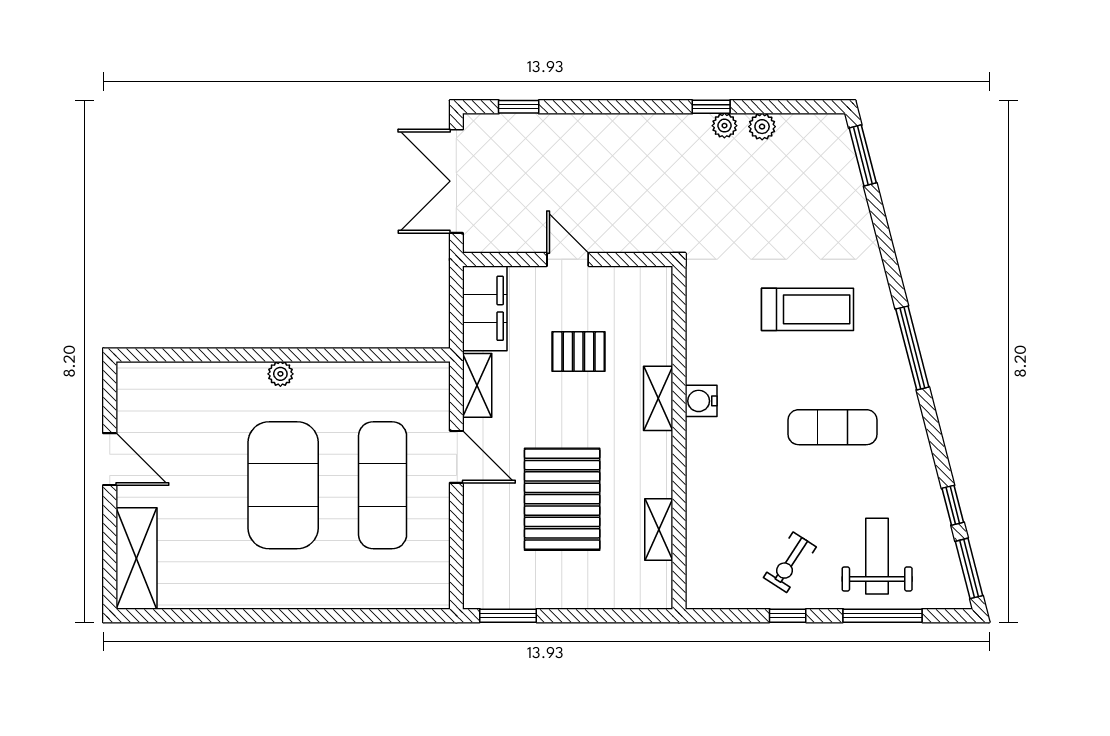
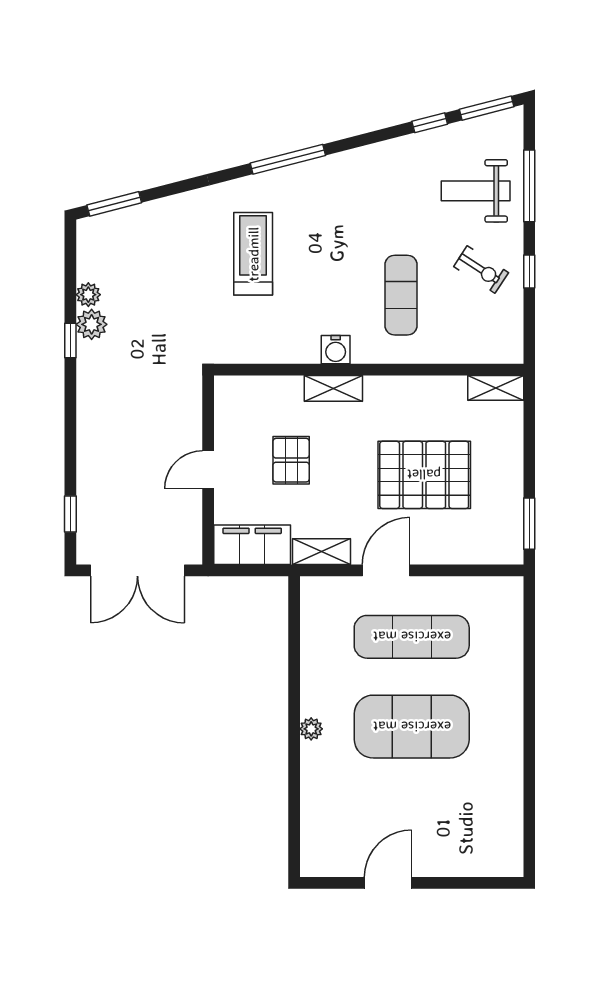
plant: (724, 126) -> (92, 324), width x1.38, depth x1.38
exercise mat: (833, 427) -> (401, 295), moved
shelving: (659, 530) -> (496, 388), moved
shelving: (136, 558) -> (478, 859), removed

